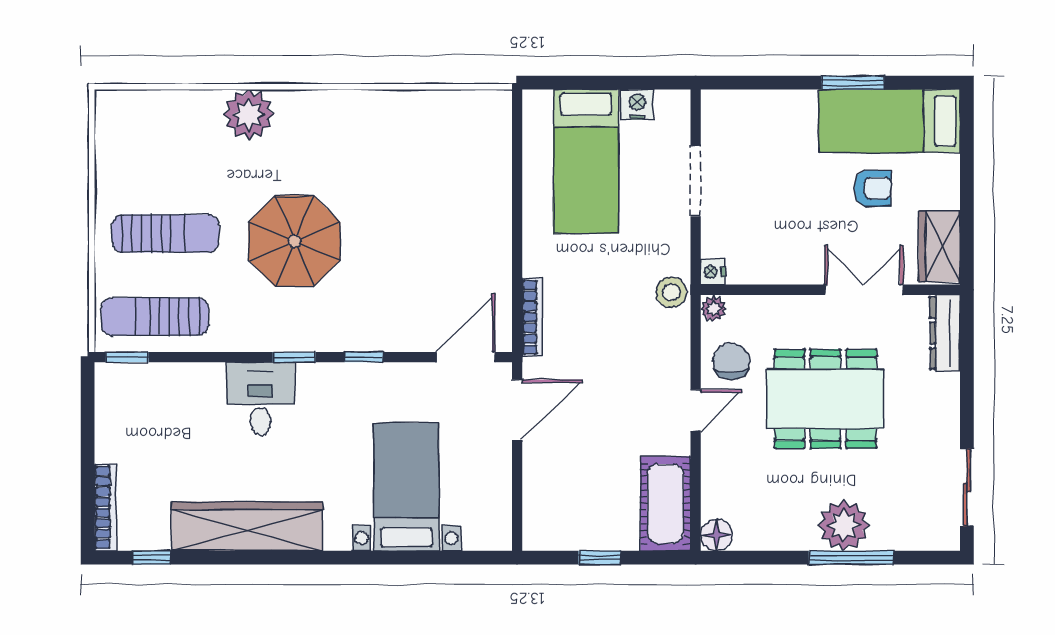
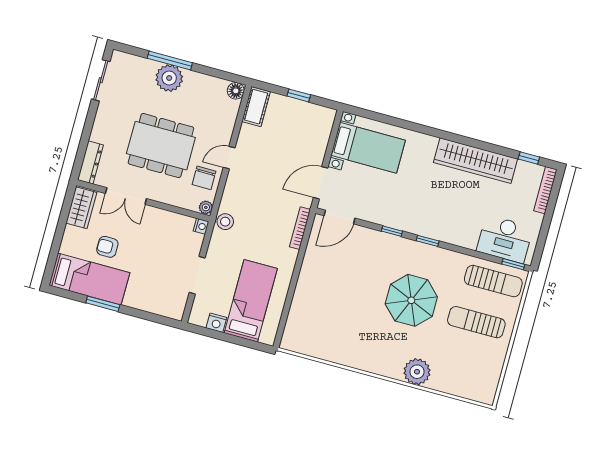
desk: (260, 399) -> (505, 239), moved, width x1.37
bed with nightstands: (407, 487) -> (368, 148), moved, turned -90
cot: (665, 504) -> (256, 107), width x0.73, depth x0.75

